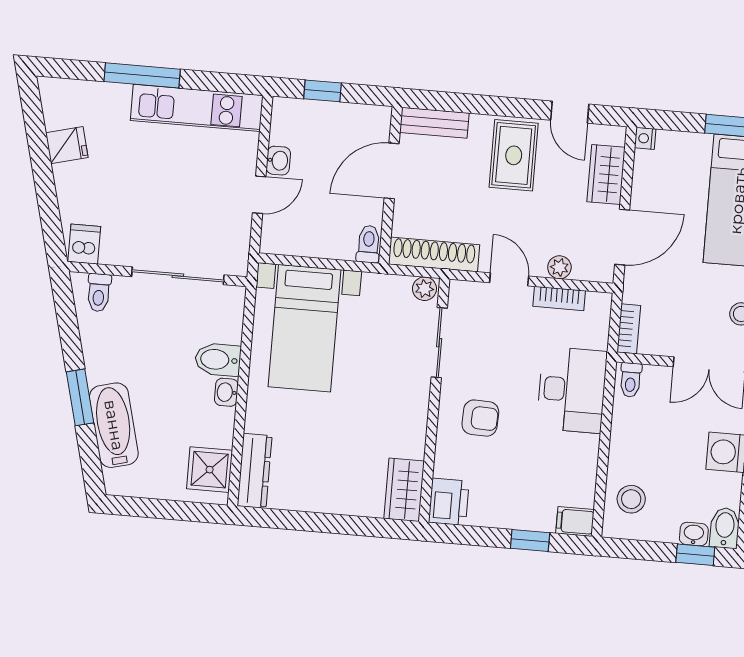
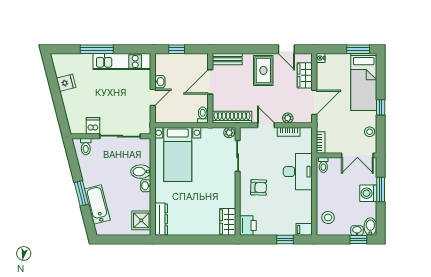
dishwasher: (84, 244) -> (93, 126), moved

